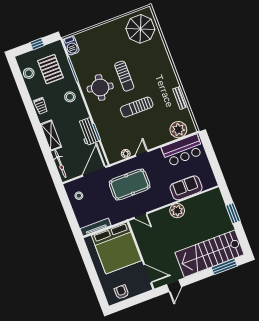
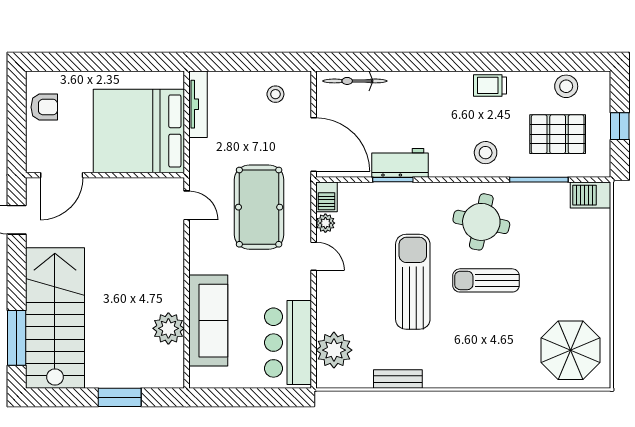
sun lounger: (137, 107) -> (413, 282), width x1.36, depth x1.34
shelving: (51, 136) -> (421, 84), removed
barbecue: (114, 157) -> (327, 197), added
sofa: (186, 188) -> (208, 321), width x1.36
plant: (177, 211) -> (168, 328), moved
door: (140, 216) -> (187, 205), swing flipped

